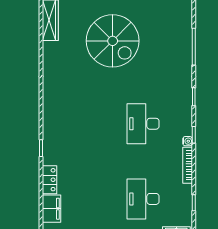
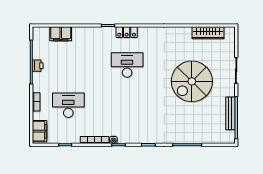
desk: (143, 124) -> (127, 65), moved
locker: (50, 180) -> (127, 32), moved

